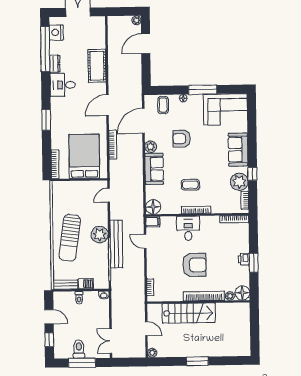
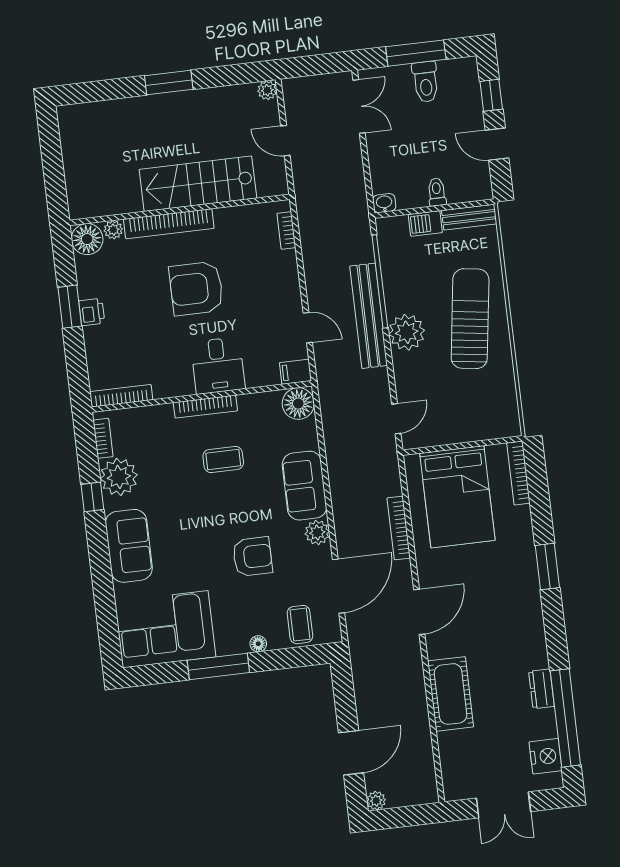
desk: (63, 85) -> (520, 645), removed

